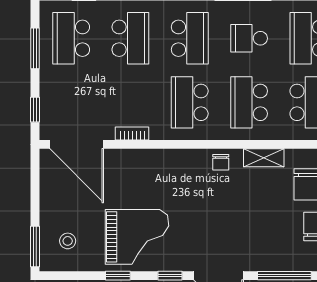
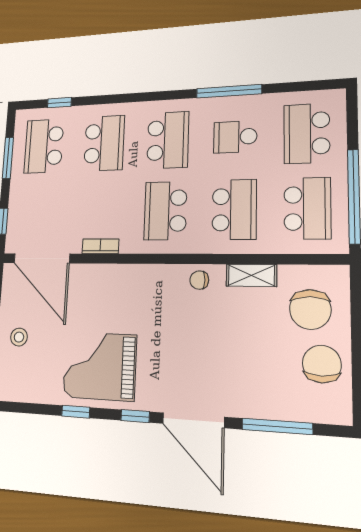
school desk: (249, 102) -> (234, 210), turned 180
chair: (221, 162) -> (199, 280), turned 90
grand piano: (137, 237) -> (100, 366), turned 180
stool: (68, 241) -> (19, 337), moved

